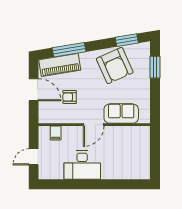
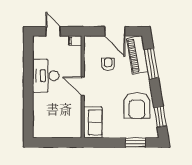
armchair: (115, 66) -> (137, 106), turned -66
door: (34, 90) -> (115, 31), hinge flipped
sofa: (121, 114) -> (93, 122), moved
filing cabinet: (56, 133) -> (75, 41), moved

